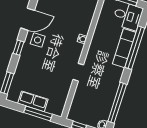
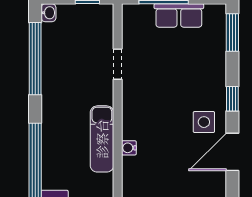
exam couch: (124, 48) -> (102, 139), moved, turned 180
doorway: (78, 72) -> (118, 64), moved

